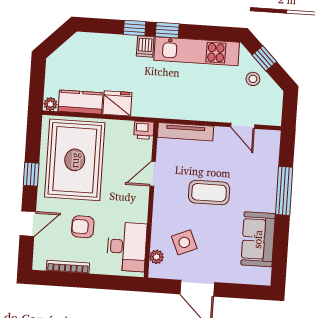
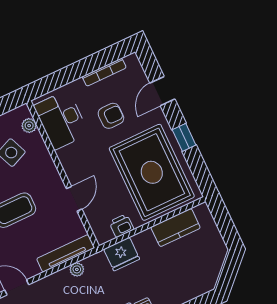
fridge: (117, 103) -> (122, 254), moved
plant: (50, 104) -> (77, 269), moved
printer: (144, 130) -> (121, 226), moved

